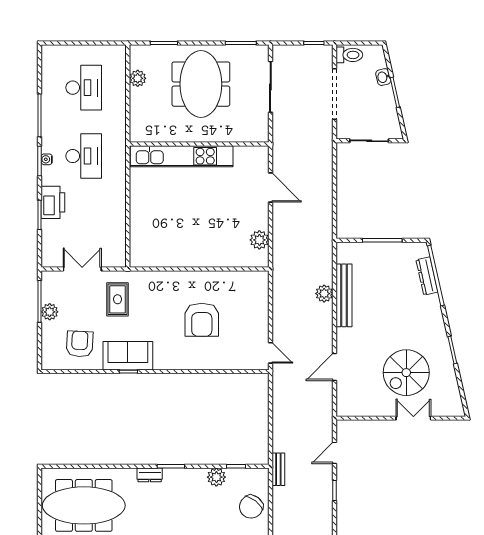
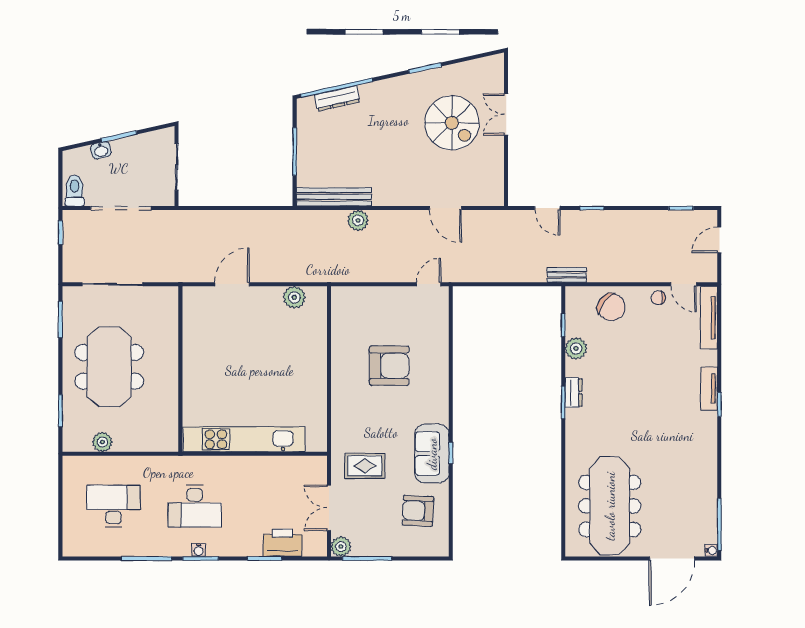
meeting table: (201, 84) -> (109, 367), turned 90
desk: (84, 156) -> (195, 506), turned 180
kitchen unit: (182, 156) -> (244, 439), moved, turned -90
printer: (53, 202) -> (282, 543), moved
bench: (344, 295) -> (334, 197), moved
plant: (50, 312) -> (341, 547), moved
dresser: (150, 475) -> (573, 393), moved

